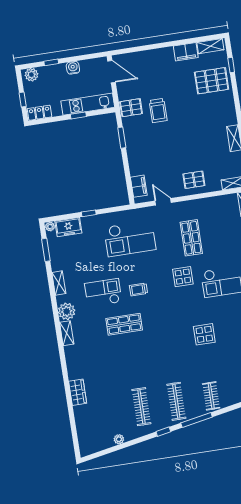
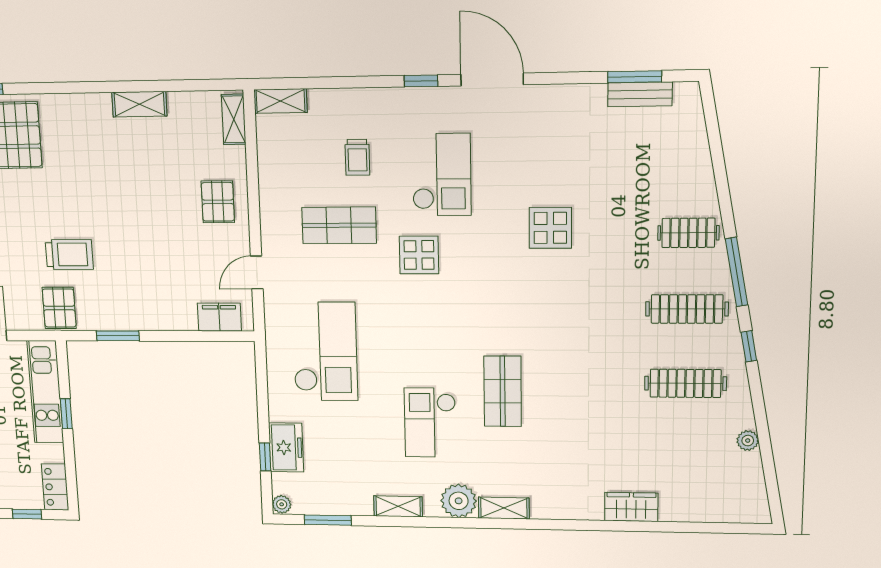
window: (89, 213) -> (265, 457), moved
freezer: (68, 227) -> (286, 448), moved
trolley: (139, 289) -> (357, 157), moved

